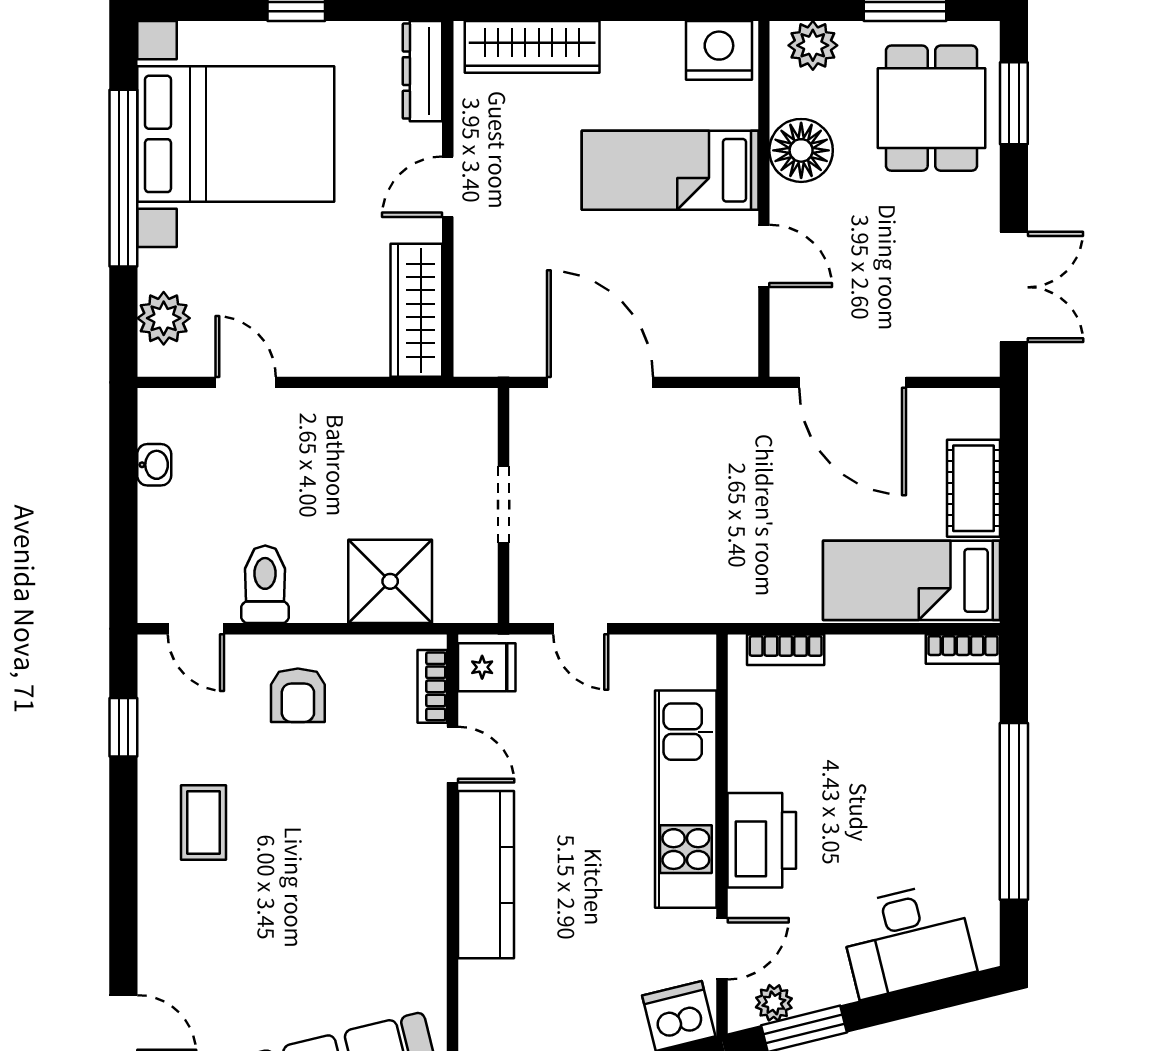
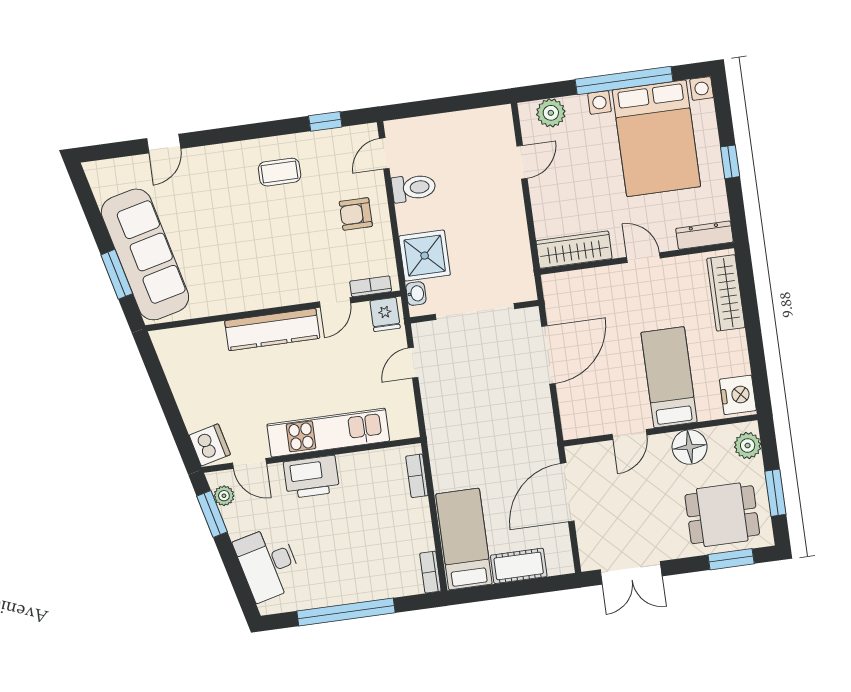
washbasin: (154, 465) -> (416, 294), moved, turned -90
doorway: (504, 504) -> (475, 312), width x1.87

